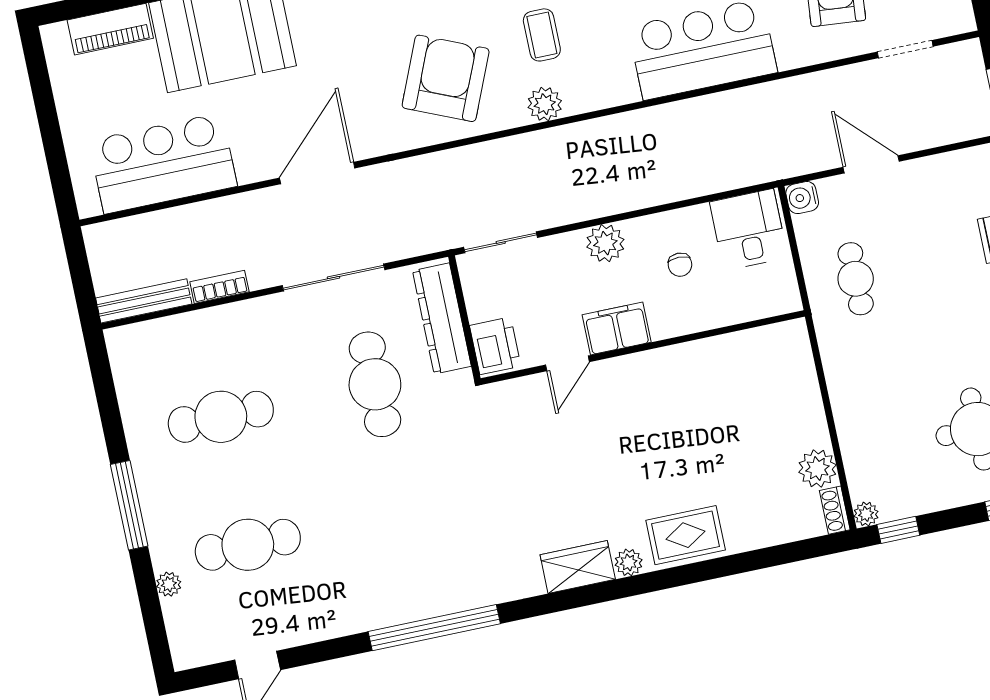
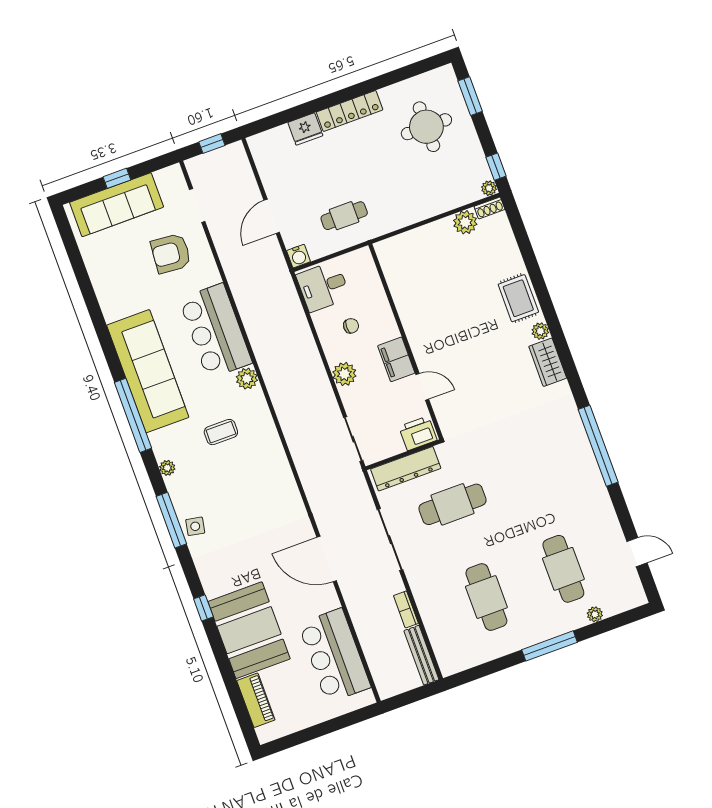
armchair: (446, 78) -> (256, 488), removed
plant: (545, 104) -> (247, 379), moved

